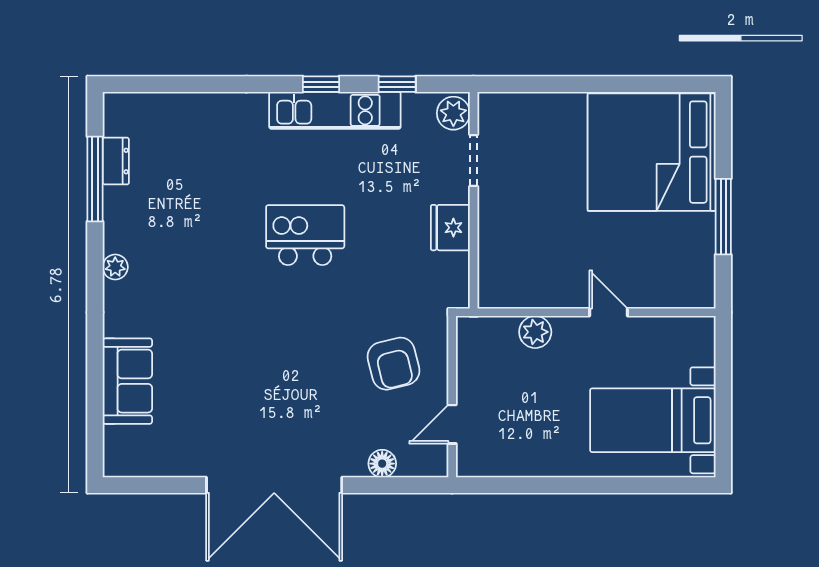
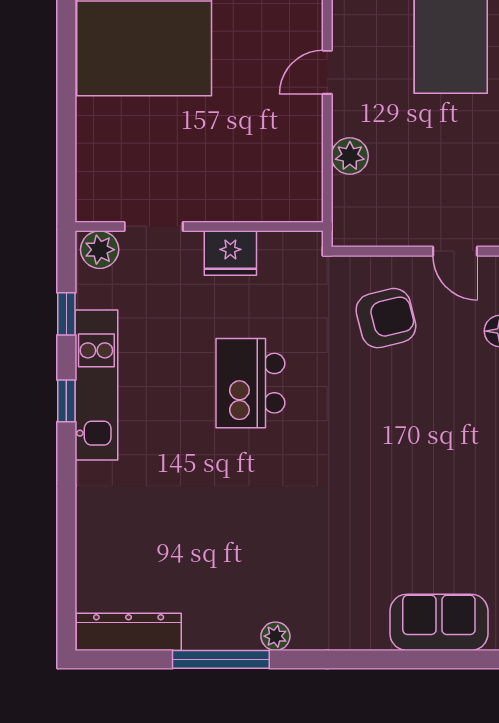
dresser: (116, 161) -> (129, 632), width x1.96, depth x1.24
window: (95, 179) -> (221, 659), moved
kitchen island: (305, 235) -> (250, 383), moved
sofa: (127, 381) -> (439, 622), moved

